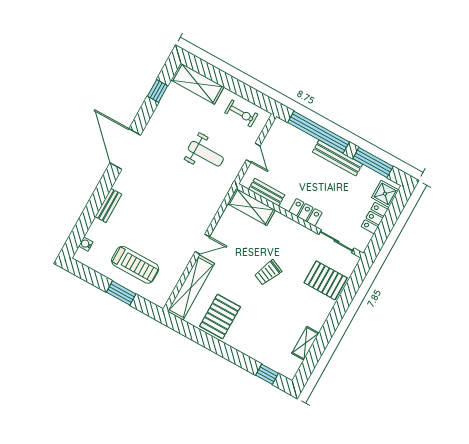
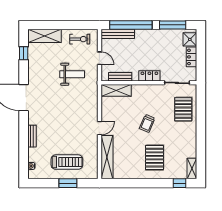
bench: (337, 158) -> (118, 34), moved
pallet: (326, 280) -> (183, 109), turned 90
pallet: (220, 316) -> (154, 158), moved
shelving: (305, 343) -> (192, 168), moved

